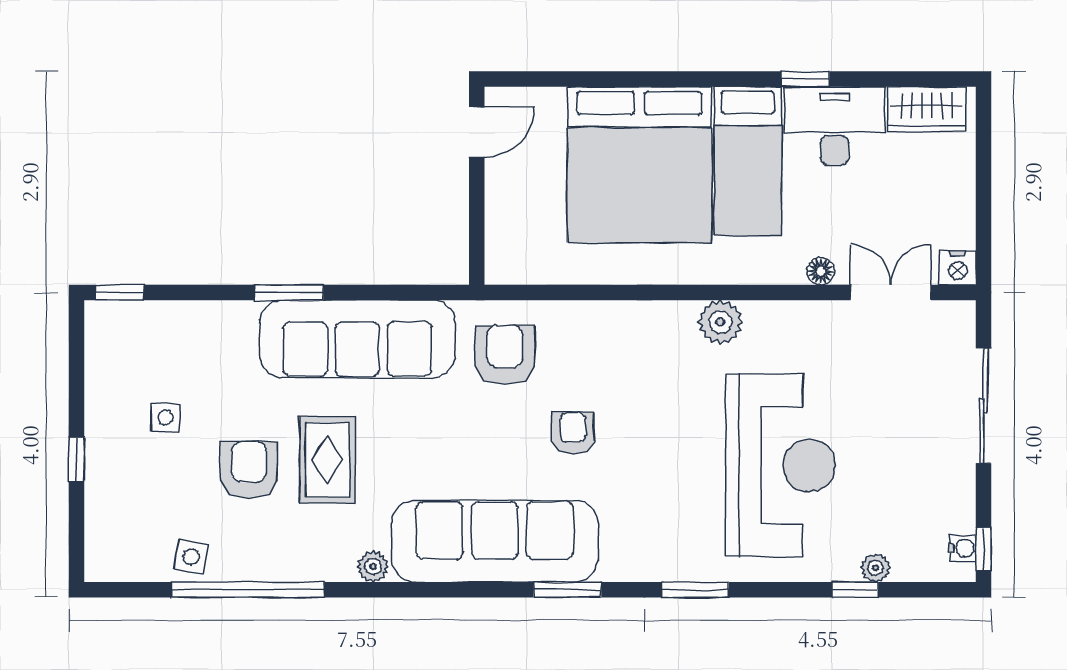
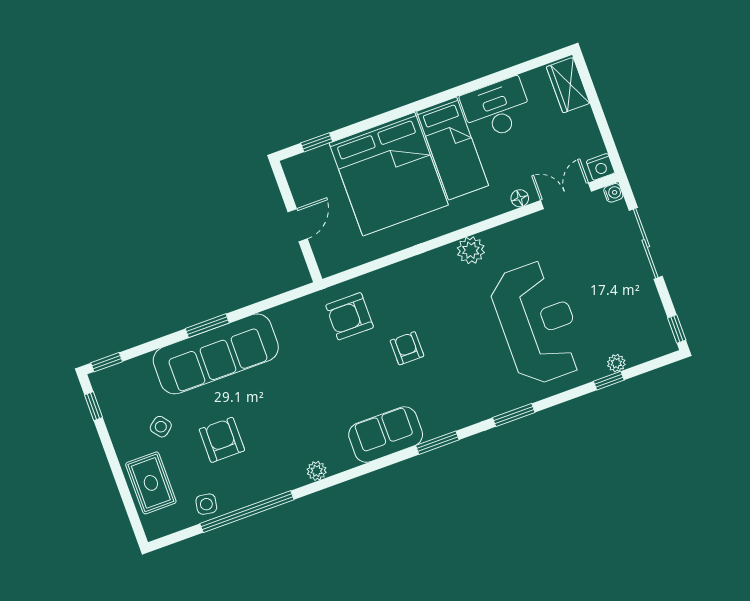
window: (805, 79) -> (317, 142), moved
wardrobe: (927, 109) -> (568, 85), moved, turned 90
door: (477, 132) -> (298, 225), moved
sofa: (357, 339) -> (216, 354), moved
armchair: (505, 355) -> (350, 316), turned -90
side table: (165, 417) -> (161, 427), turned -38
window: (77, 459) -> (94, 406), moved
rug: (327, 460) -> (151, 483), moved
sofa: (495, 541) -> (386, 435), width x0.54, depth x0.79
water cooler: (963, 548) -> (613, 193), moved

